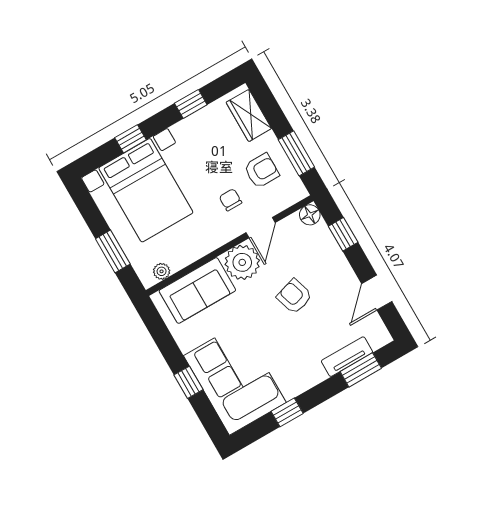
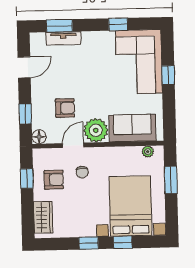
window: (191, 104) -> (89, 243), moved
window: (296, 153) -> (27, 179), width x0.67
armchair: (262, 171) -> (54, 180), turned 180
armchair: (294, 296) -> (65, 108), moved, turned -73

